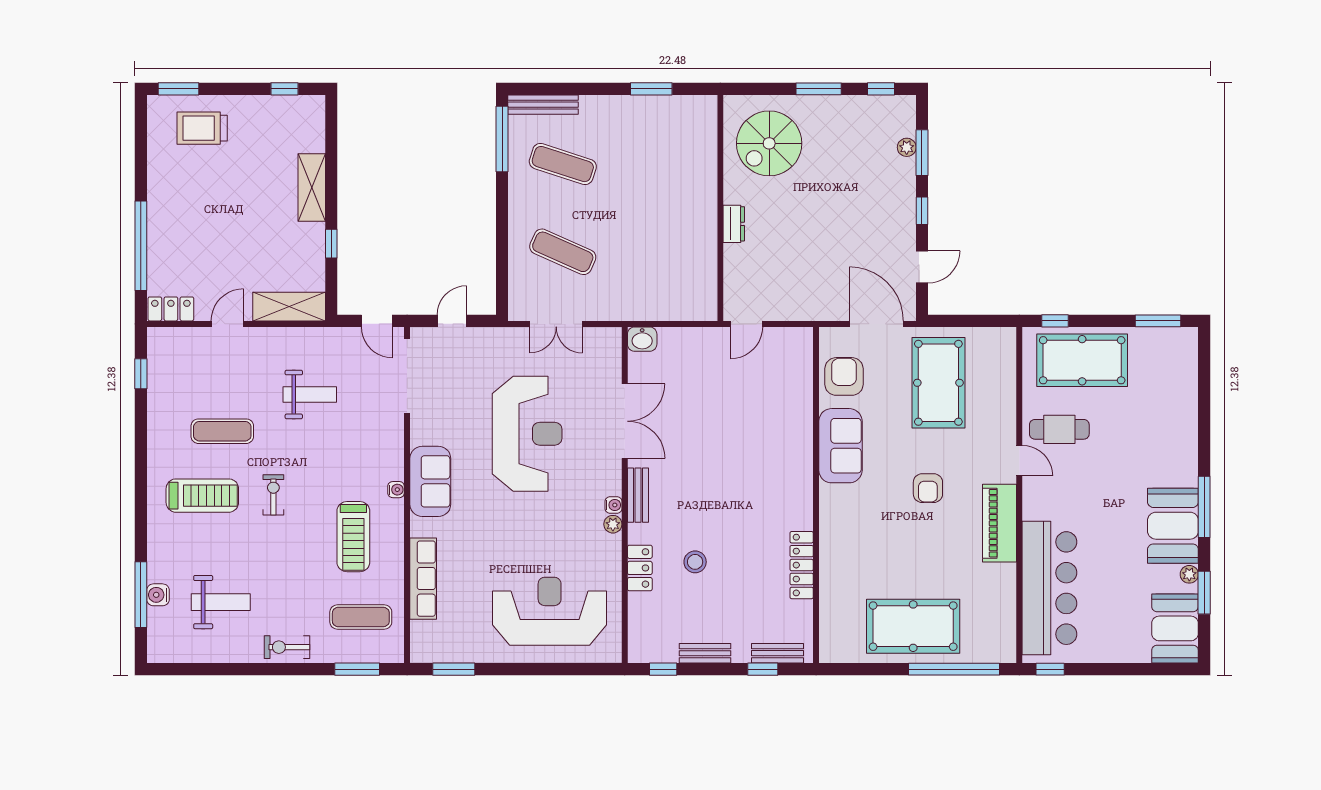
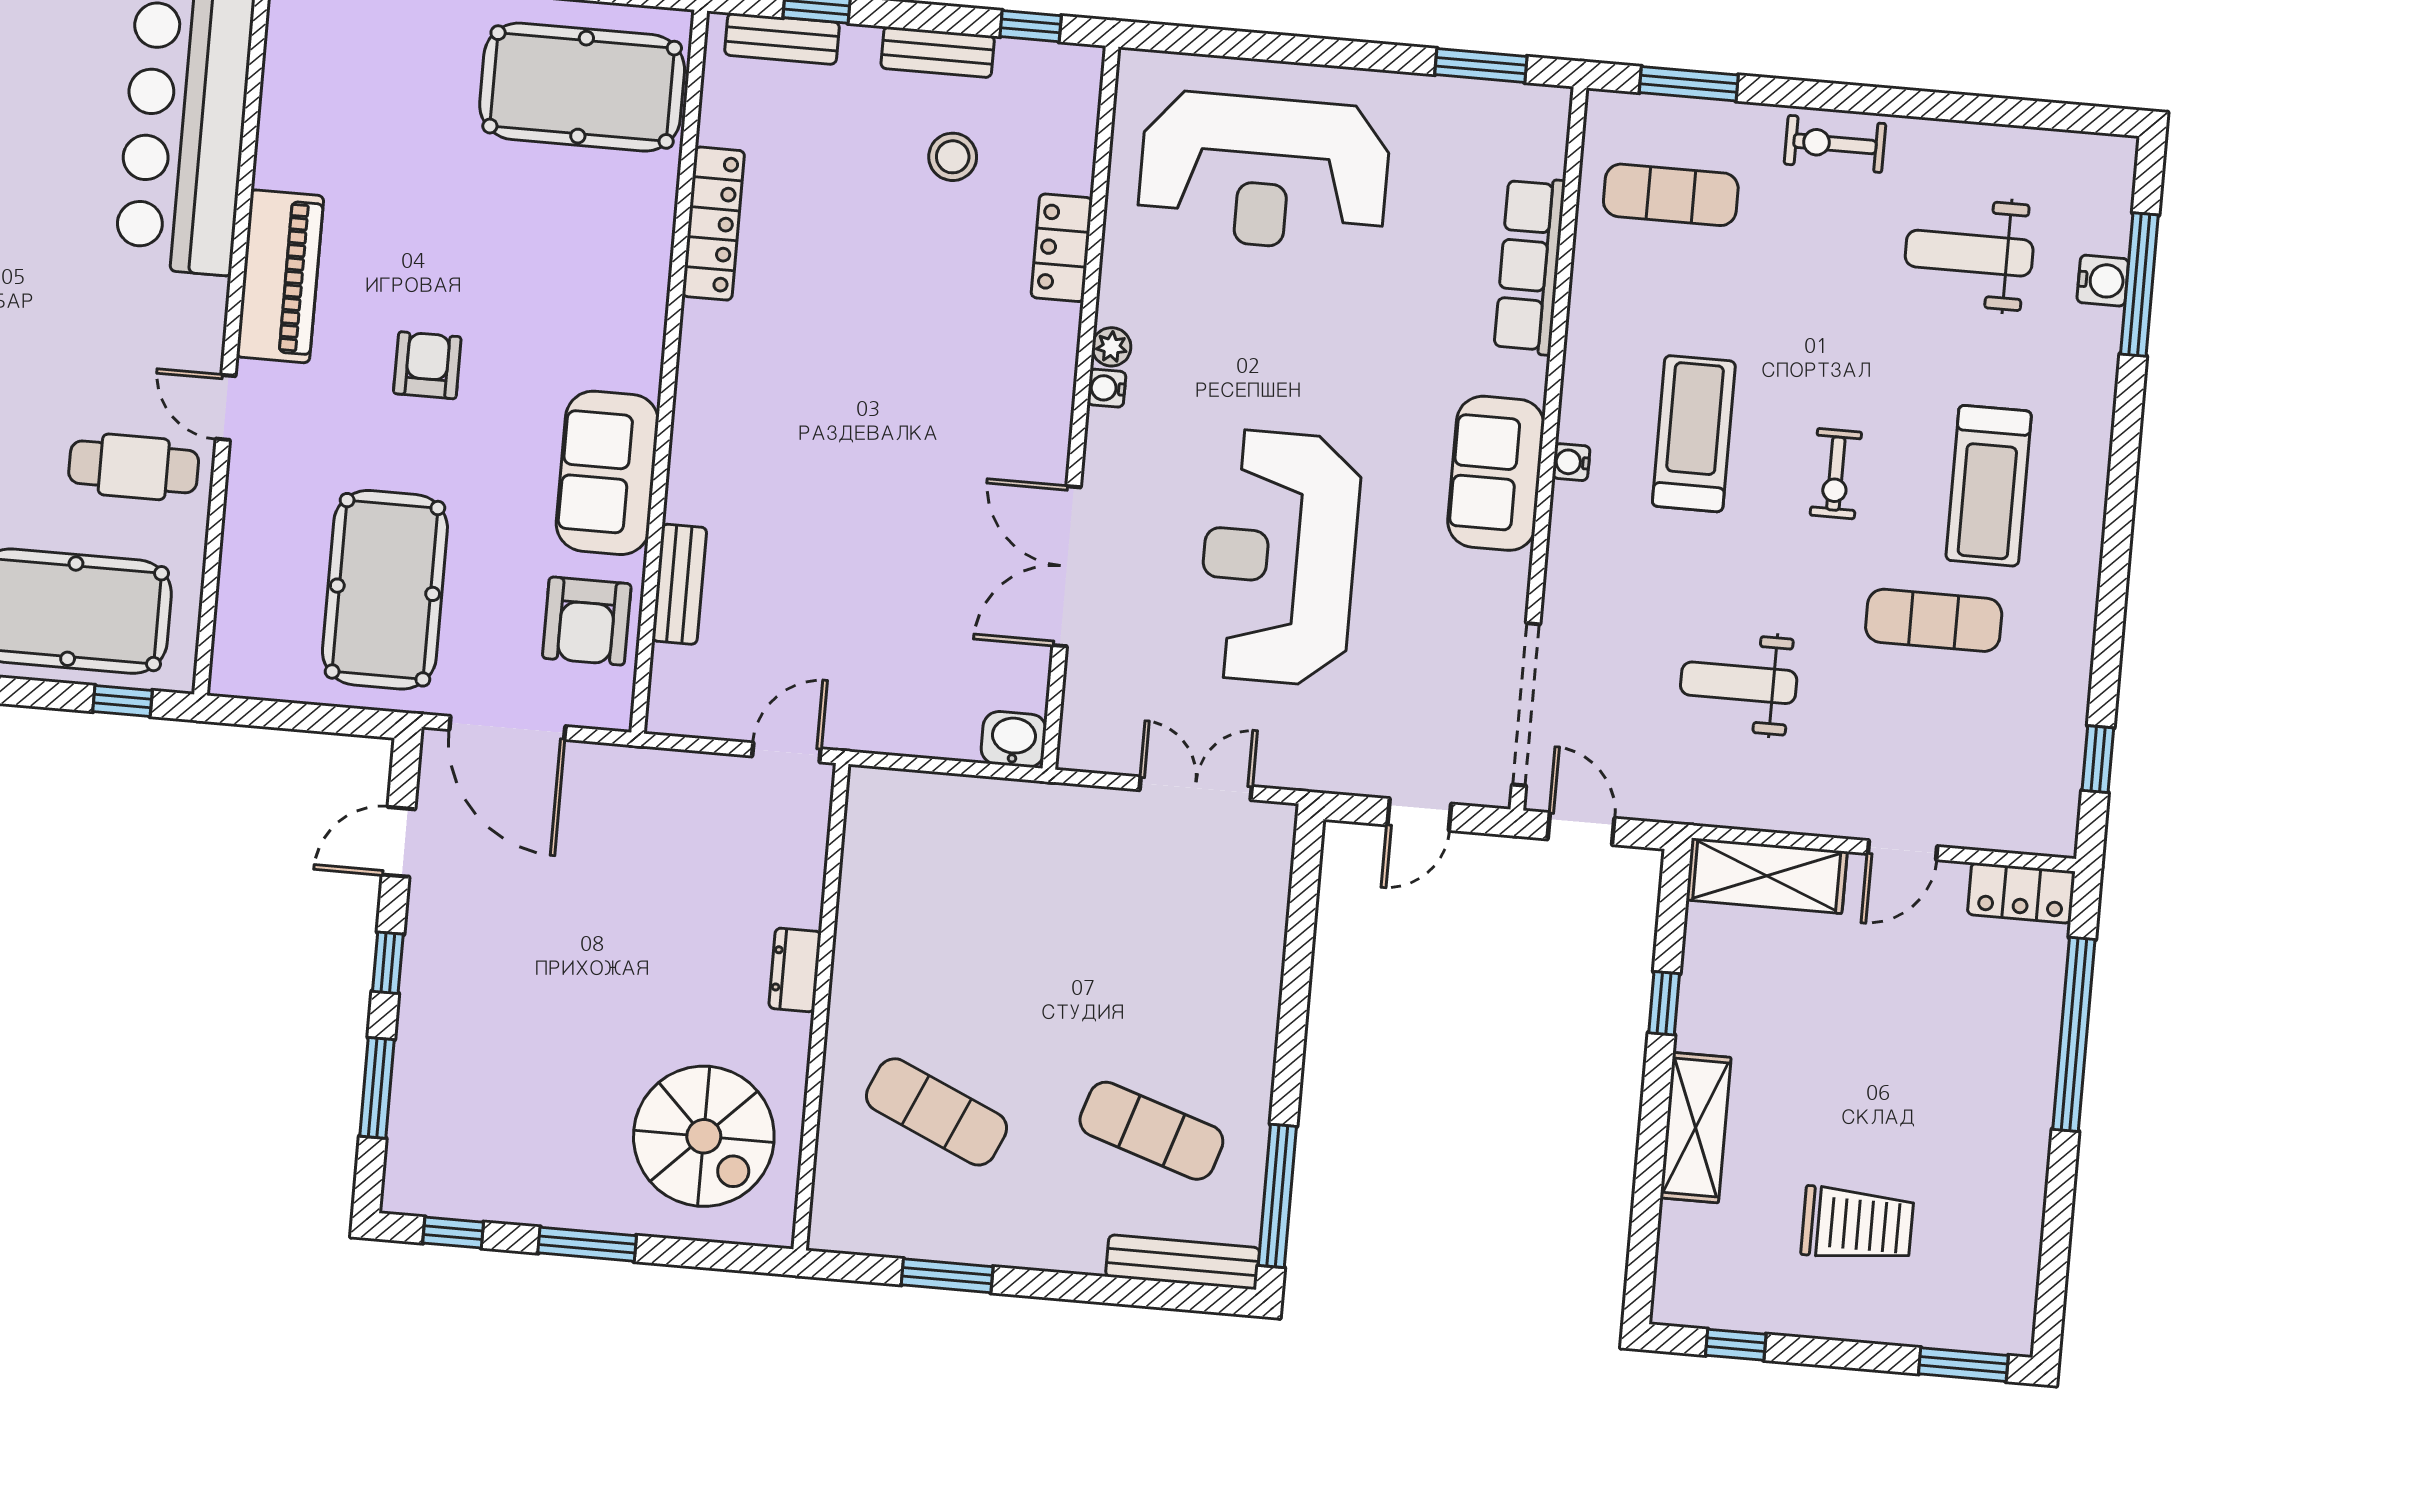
trolley: (202, 128) -> (1857, 1224), moved
spiral stairs: (769, 143) -> (704, 1136), turned 90
plant: (907, 147) -> (409, 1102), removed
exercise mat: (563, 252) -> (937, 1112), moved
bench: (638, 495) -> (679, 584), moved
treadmill: (202, 496) -> (1989, 486), turned -90
treadmill: (353, 537) -> (1694, 434), moved
stool: (695, 562) -> (953, 157), moved
pool table: (913, 626) -> (582, 87), moved
exercise bike: (287, 647) -> (1835, 144), turned 180

